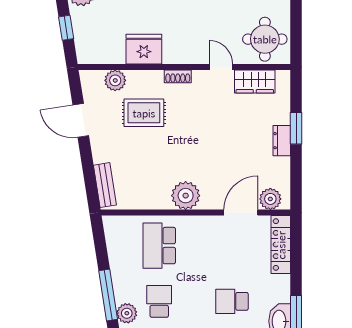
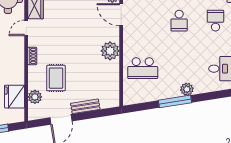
fridge: (144, 49) -> (15, 97), moved
bench: (105, 185) -> (85, 106), moved
school desk: (159, 301) -> (179, 68), removed

